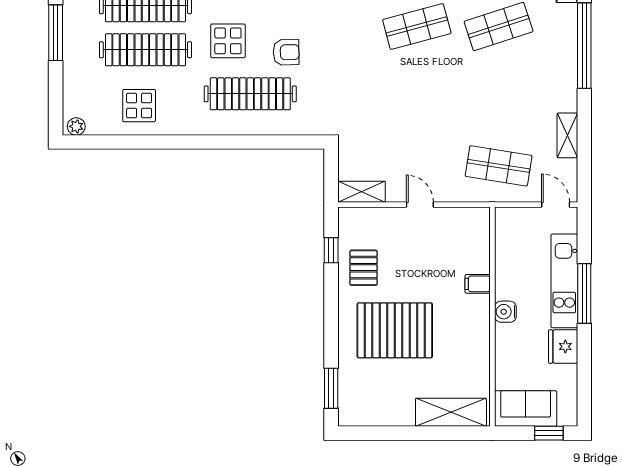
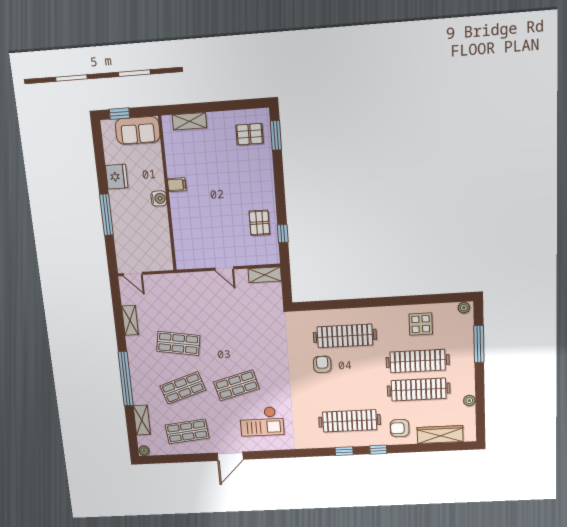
window: (56, 33) -> (479, 344), moved
display table: (228, 41) -> (362, 370), removed
armchair: (286, 52) -> (322, 364), turned 91
shop shelf: (499, 166) -> (178, 343), moved
kitchen unit: (564, 281) -> (121, 222), removed
filing cabinet: (478, 284) -> (177, 185), moved
pallet: (395, 330) -> (250, 134), moved, width x0.49, depth x0.50
shelving: (451, 412) -> (189, 121), width x0.67, depth x0.75

